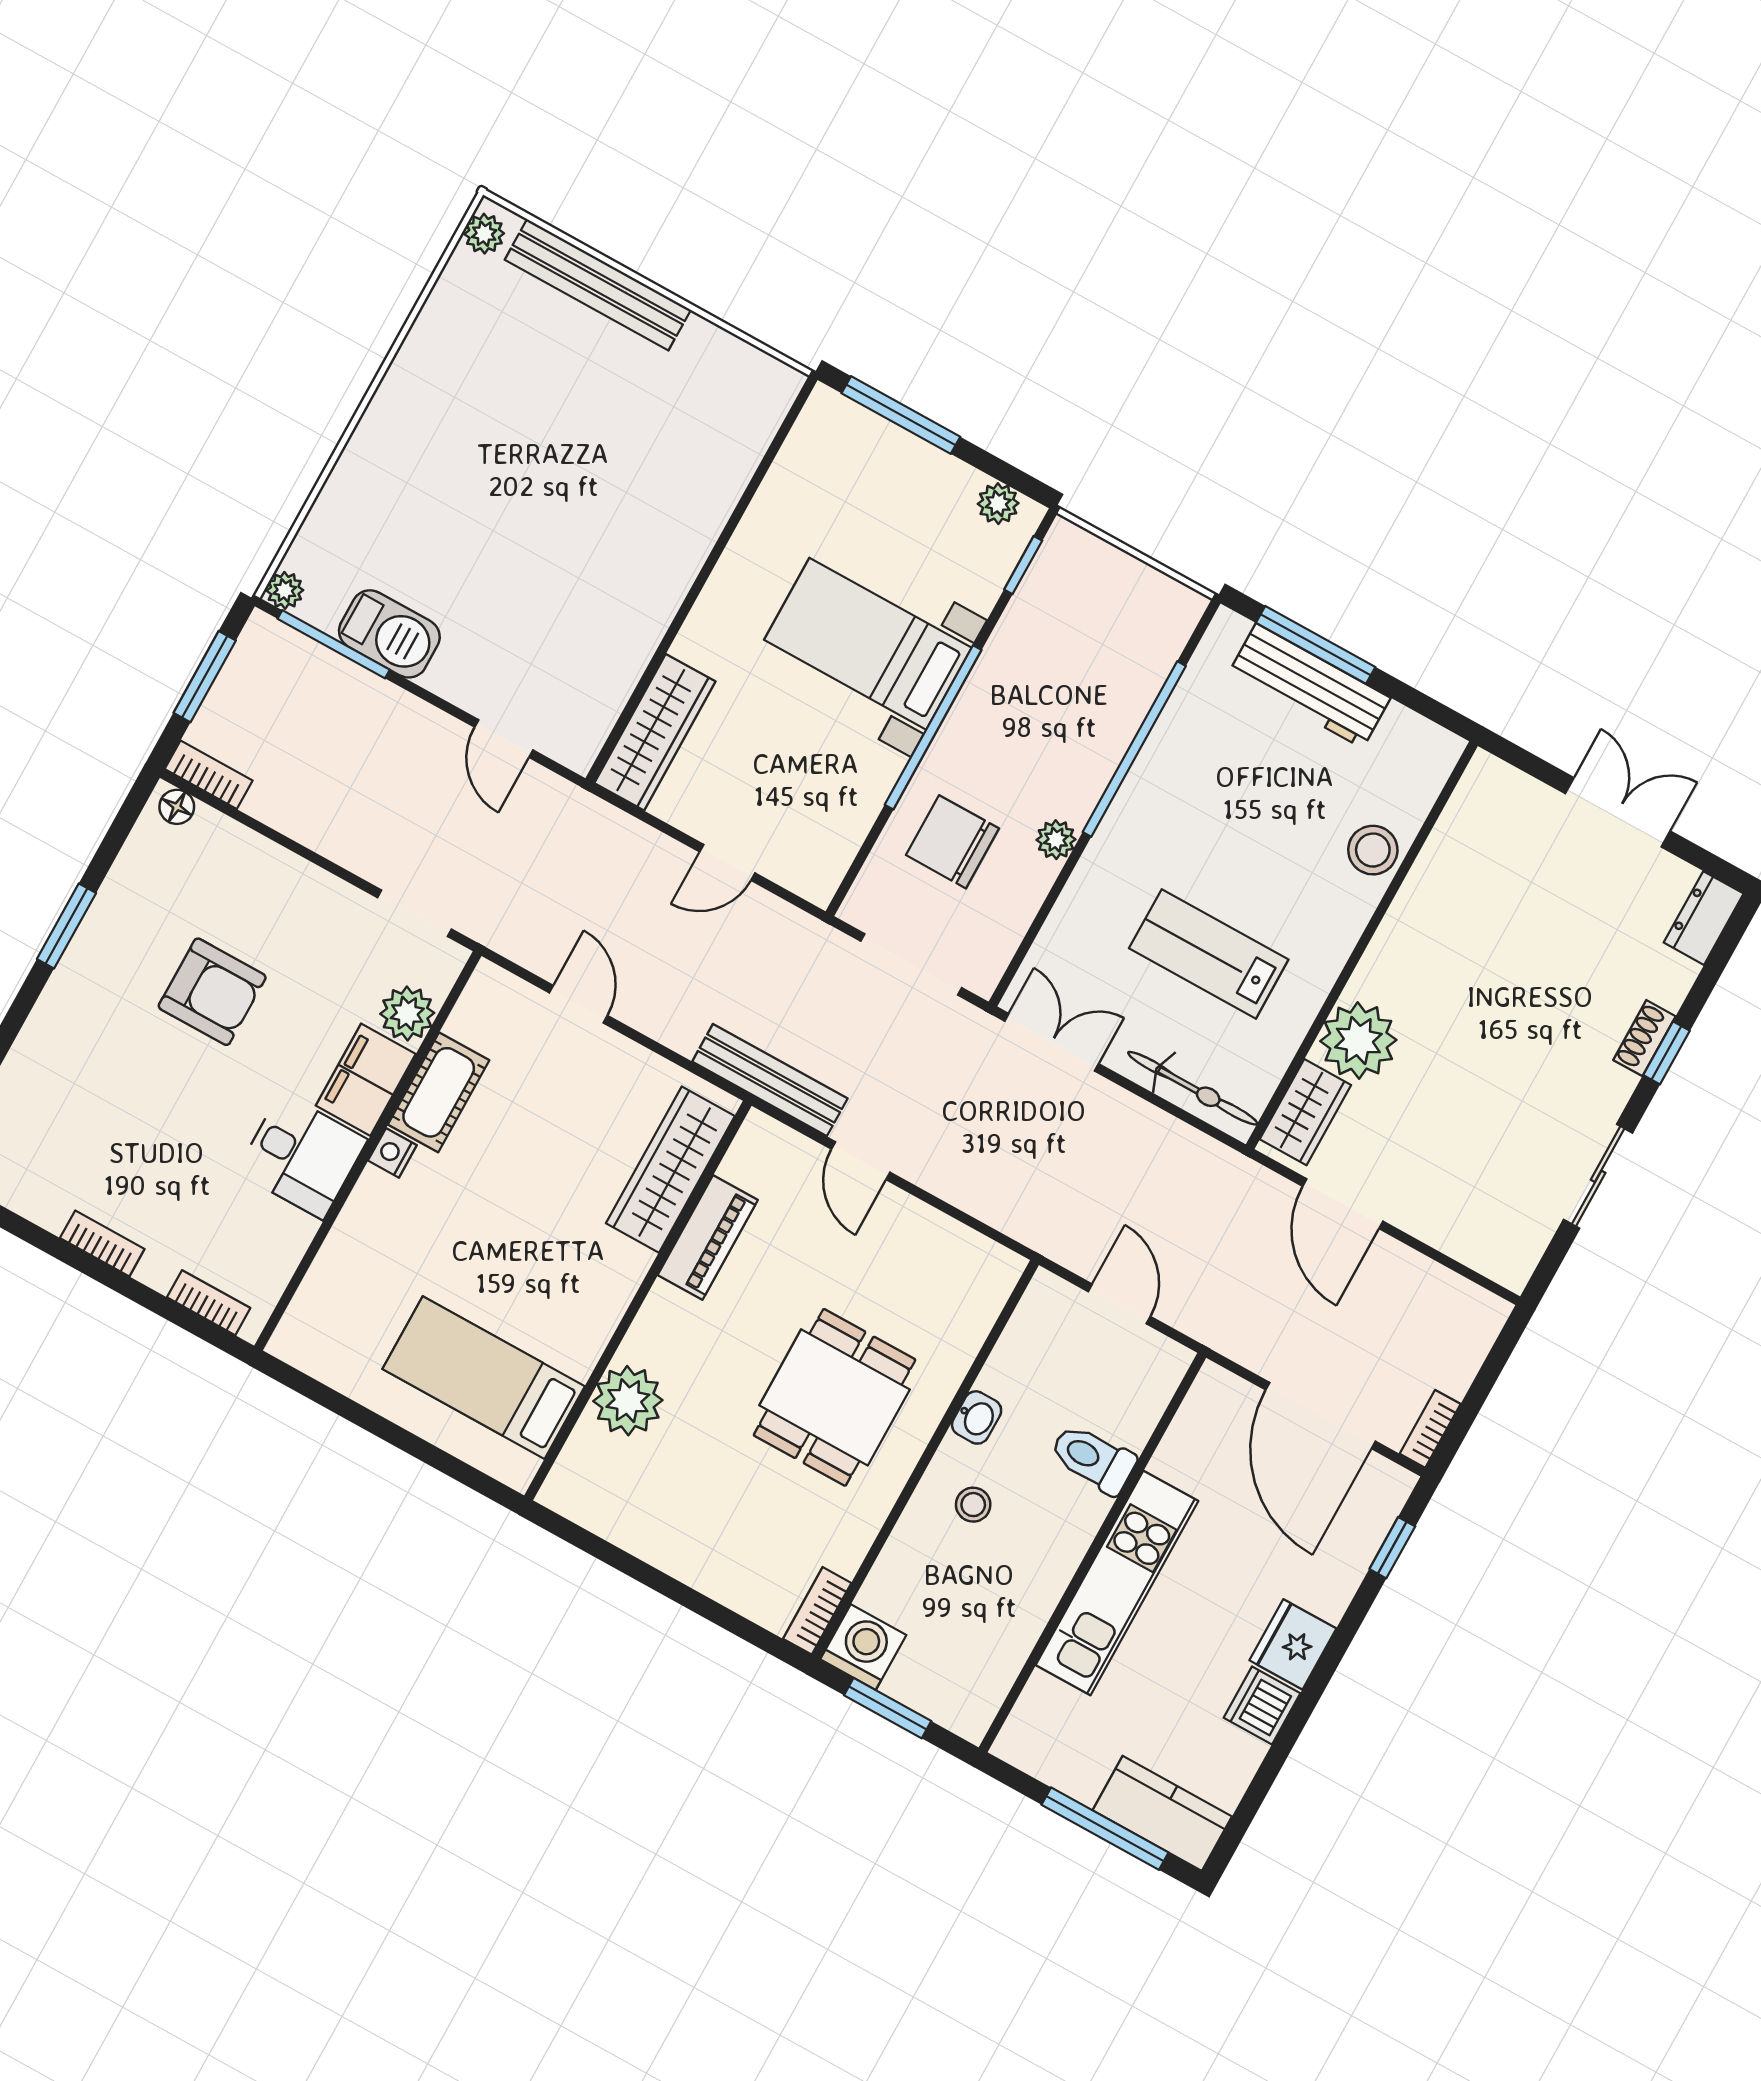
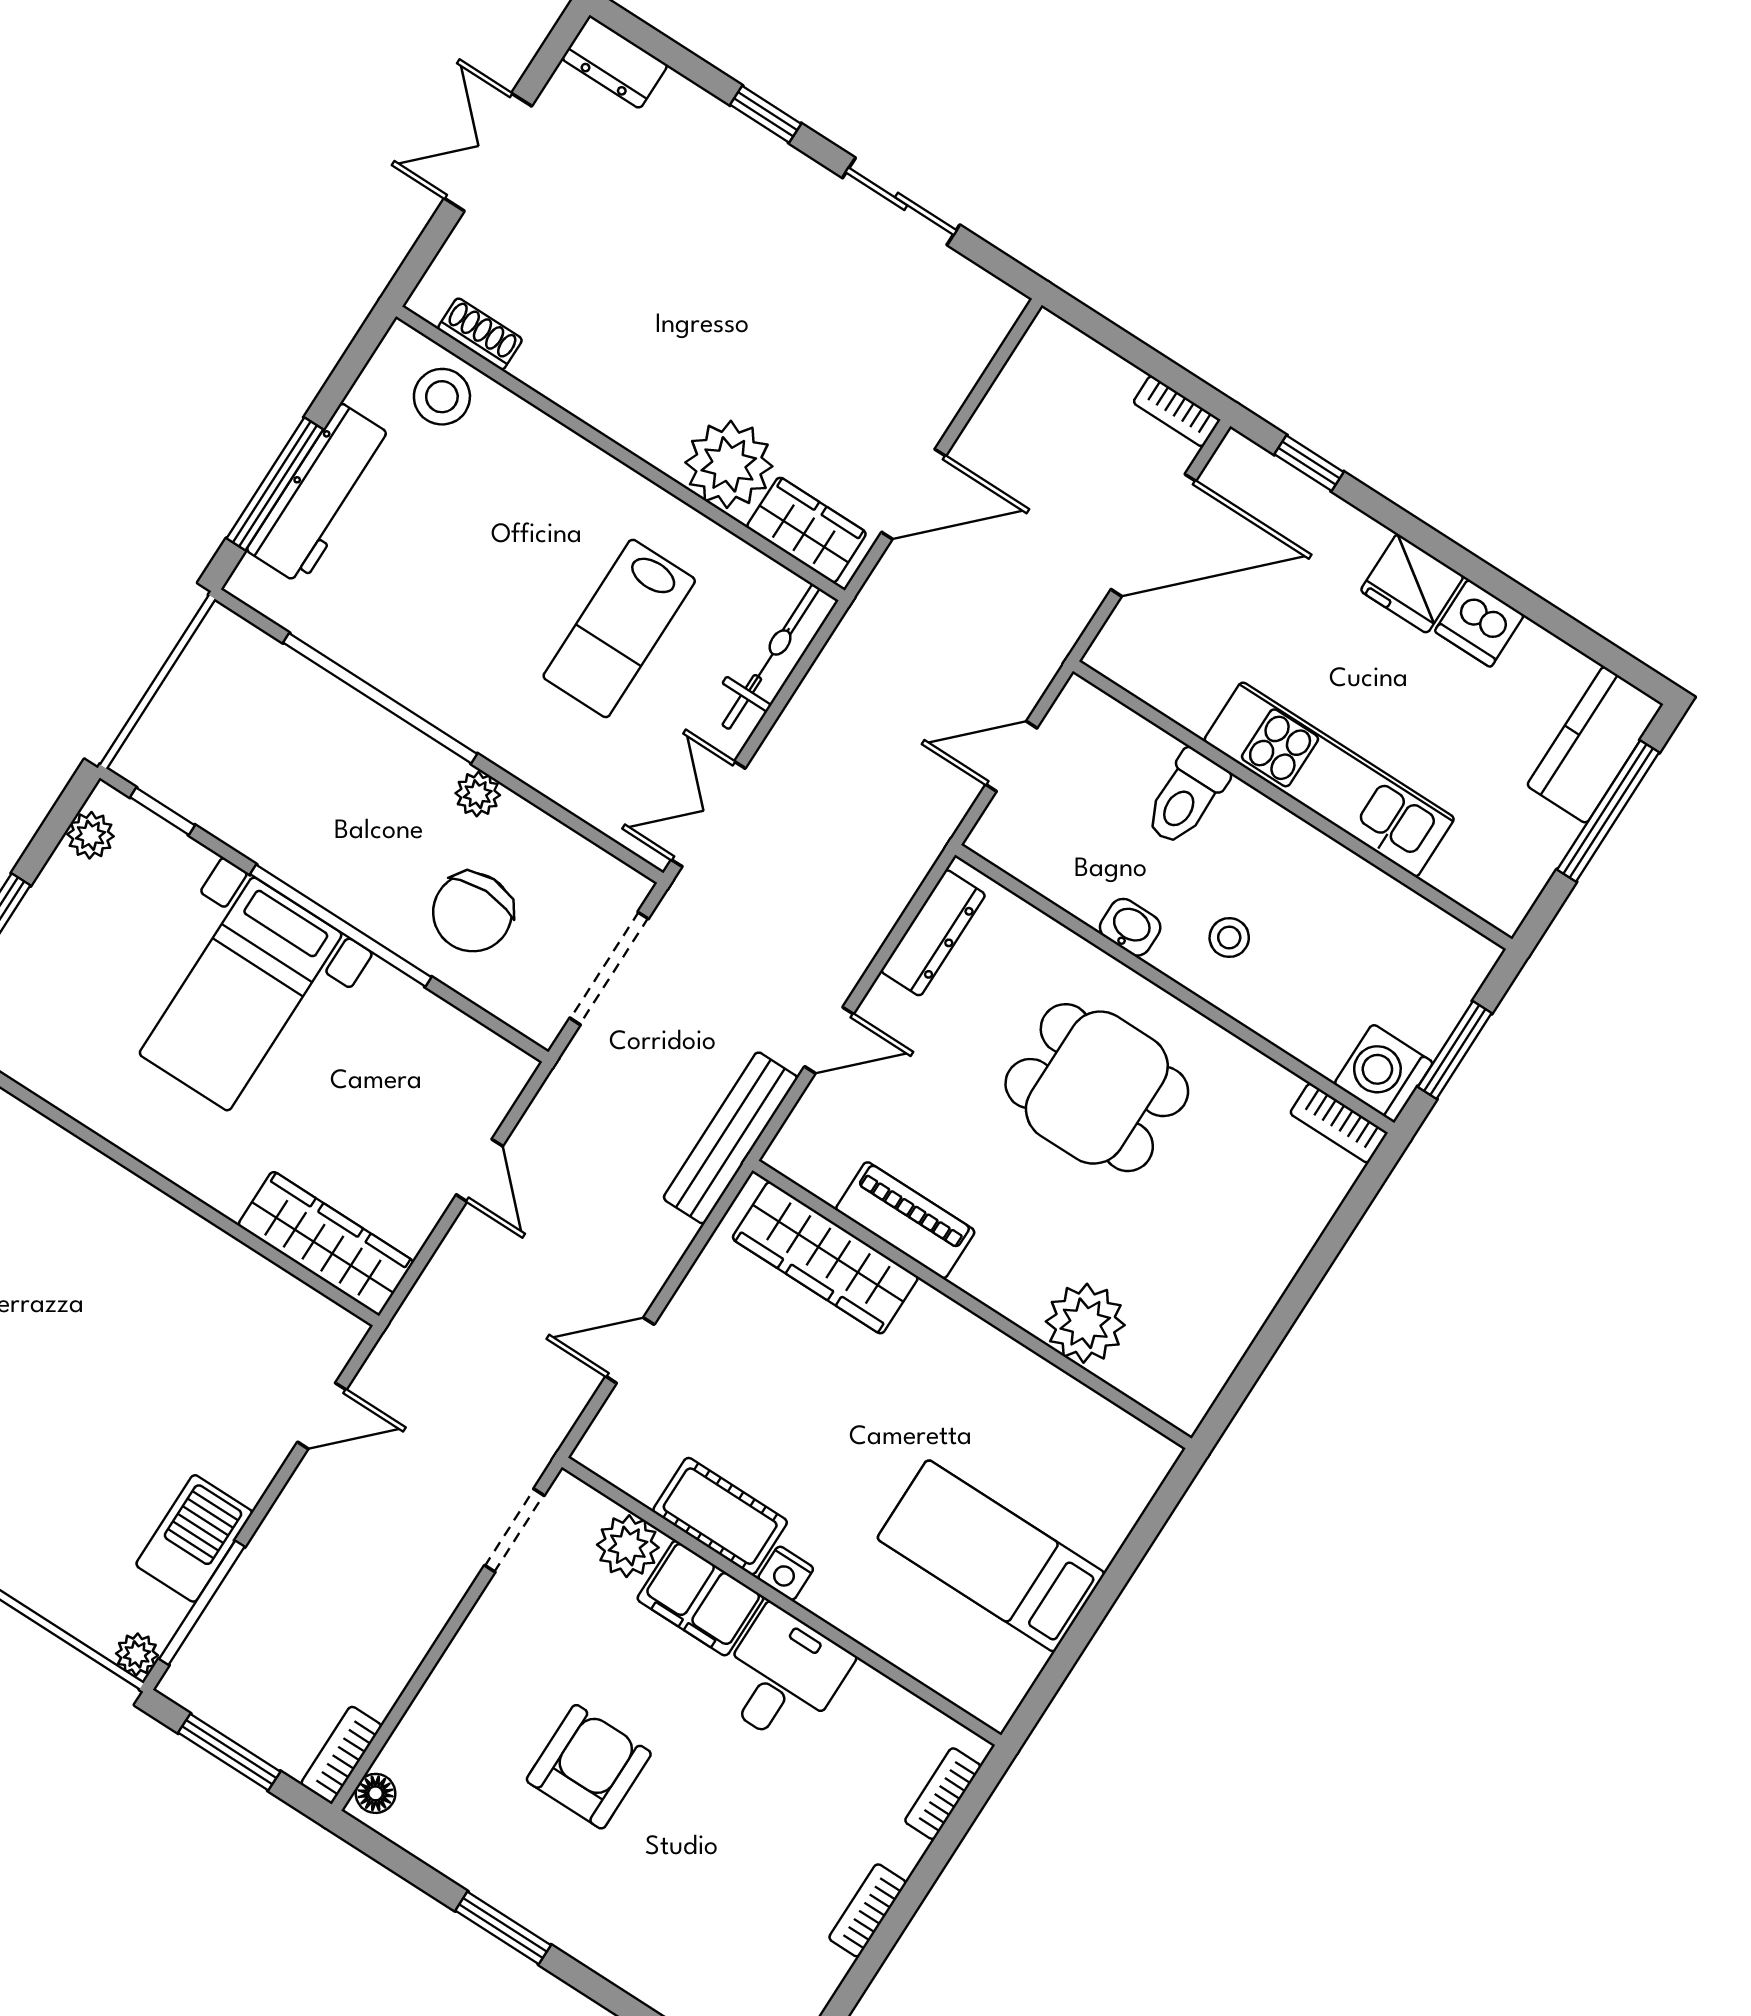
stool: (1373, 850) -> (442, 397), moved
shoe rack: (1644, 1038) -> (480, 334), moved, turned 180
dresser: (961, 1246) -> (933, 933), added
bed: (484, 1378) -> (991, 1556), moved, turned 90

